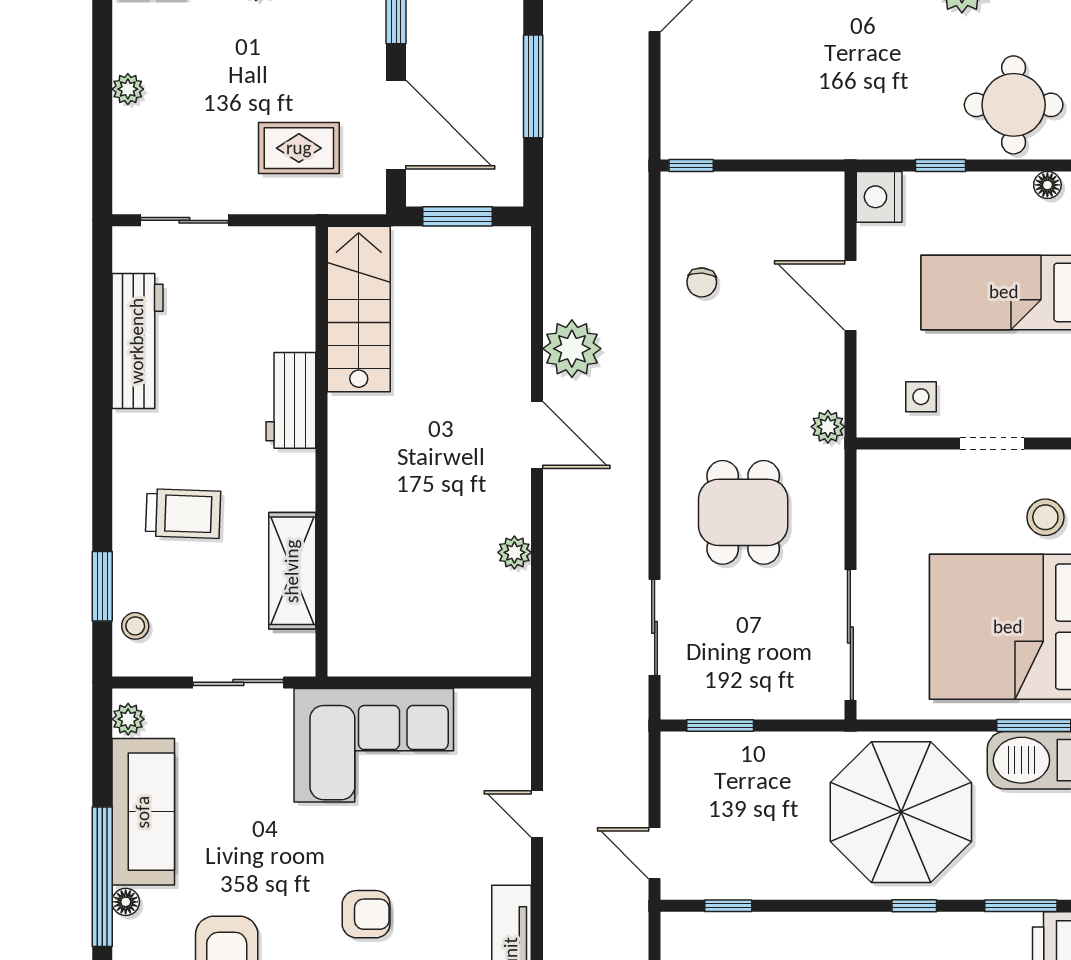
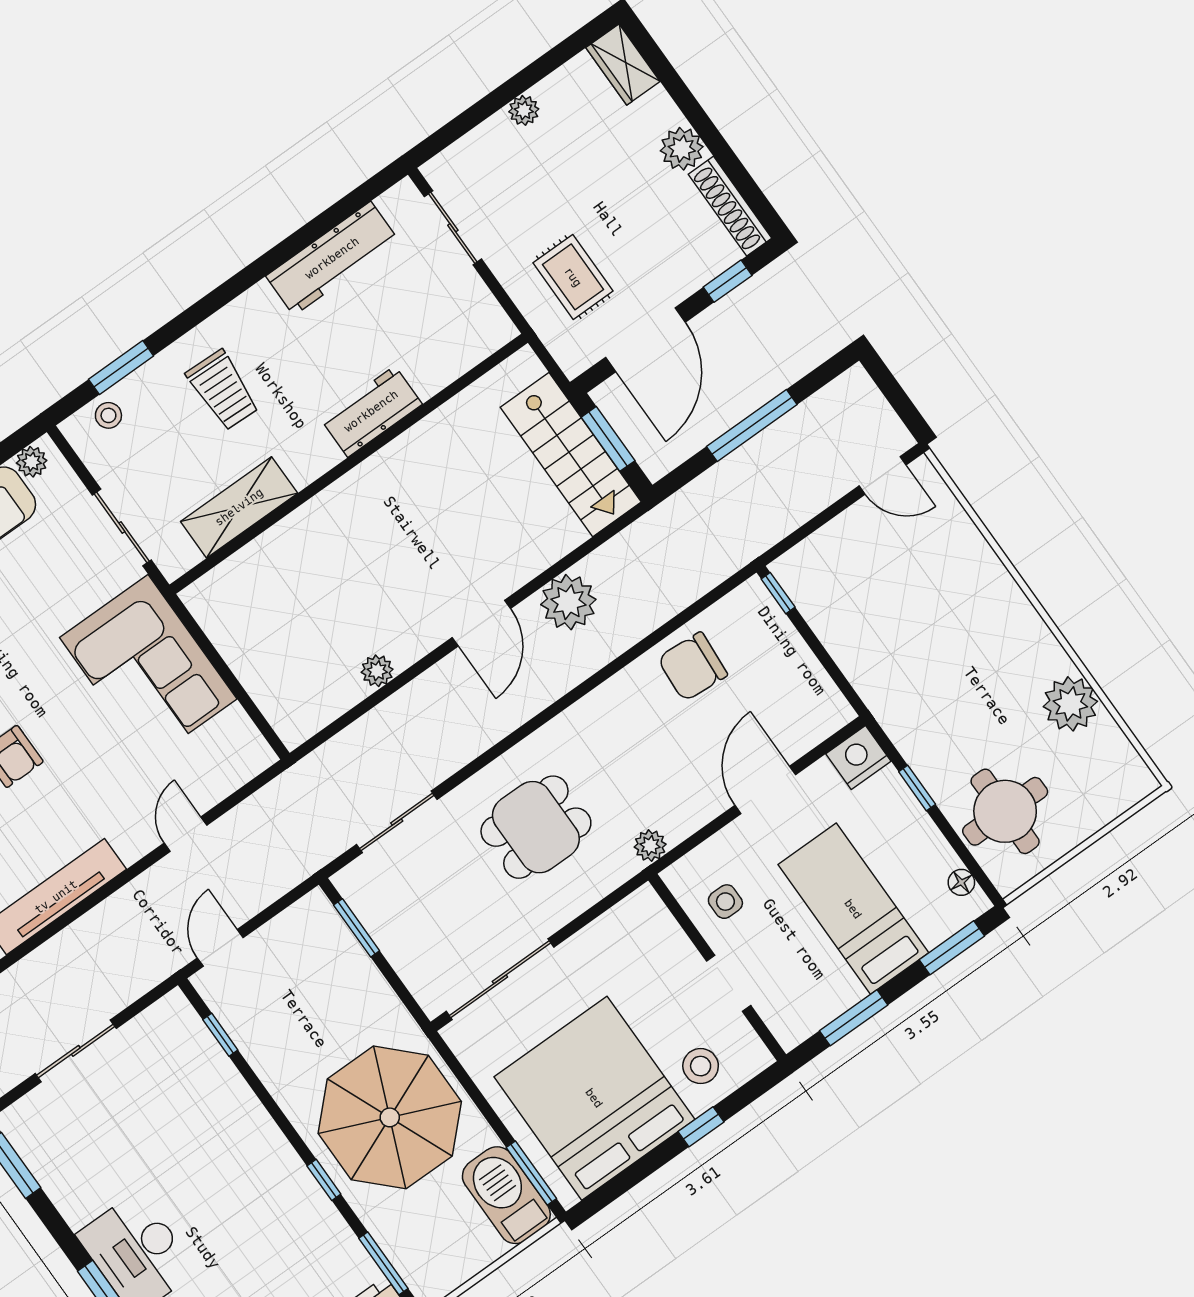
chair: (702, 282) -> (693, 667), width x1.87, depth x1.87
stairs: (359, 309) -> (571, 455), moved, turned 90

